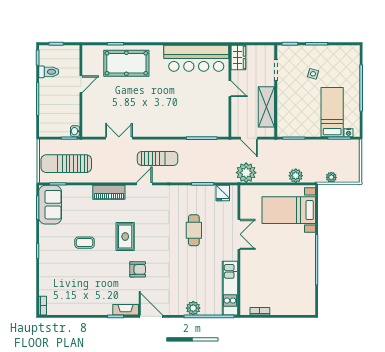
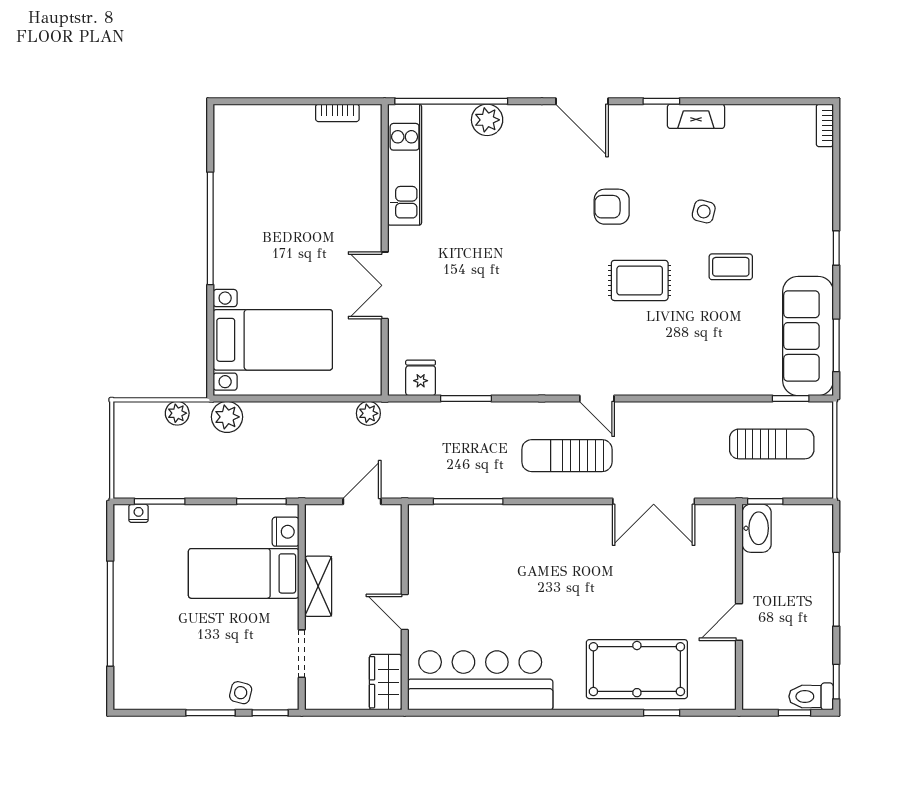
toilet: (49, 72) -> (811, 696), moved
side table: (313, 74) -> (241, 693), moved
shelving: (266, 107) -> (318, 586), width x0.67, depth x0.75
bed: (332, 112) -> (244, 573), moved, turned 90
nightstand: (283, 124) -> (286, 532), added
washbasin: (75, 131) -> (757, 528), width x1.91, depth x1.45
double door: (119, 138) -> (654, 501), width x1.37
door: (249, 138) -> (362, 501), hinge flipped
sun lounger: (66, 164) -> (772, 444), width x0.73, depth x0.75
plant: (246, 173) -> (368, 413), width x0.53, depth x0.53
plant: (296, 176) -> (227, 417), moved
door: (144, 184) -> (597, 398), hinge flipped
piano: (109, 192) -> (676, 380), removed
sofa: (50, 205) -> (808, 336), width x1.36
cafe table: (194, 230) -> (486, 295), removed
rug: (125, 237) -> (640, 280), turned 90
side table: (97, 267) -> (704, 211), added
fireplace: (126, 310) -> (696, 116), moved

